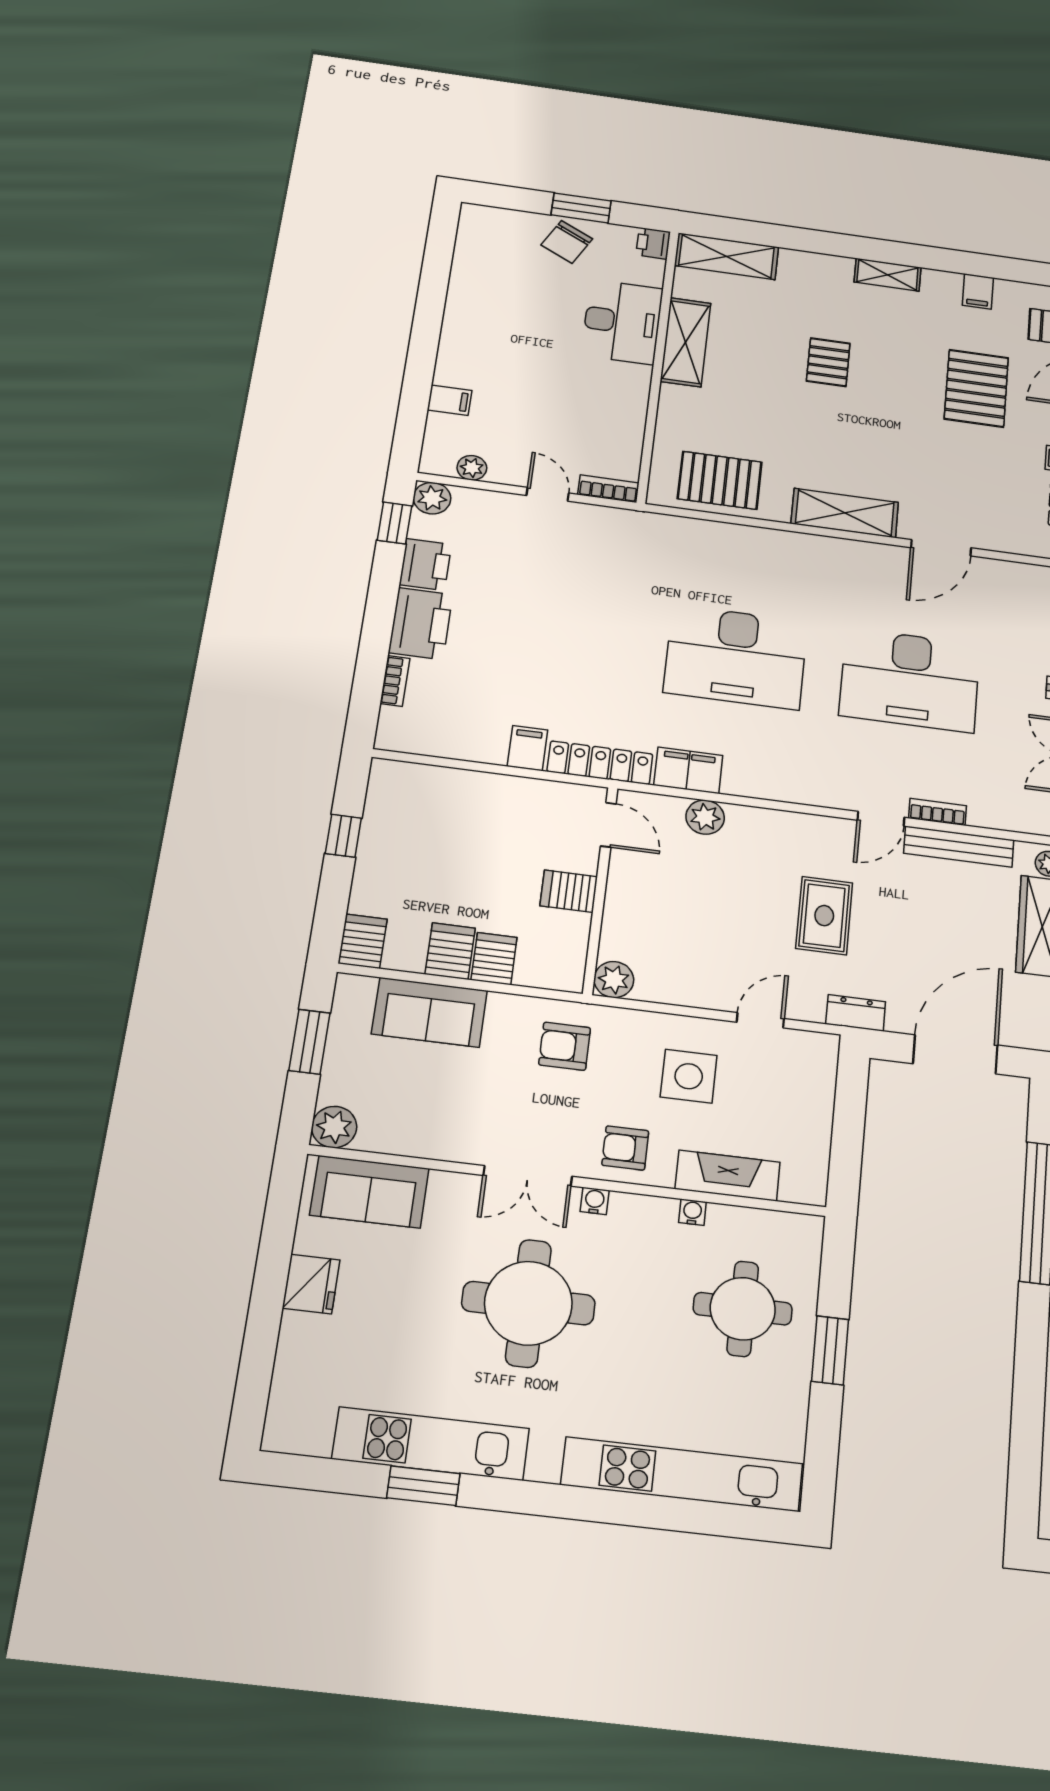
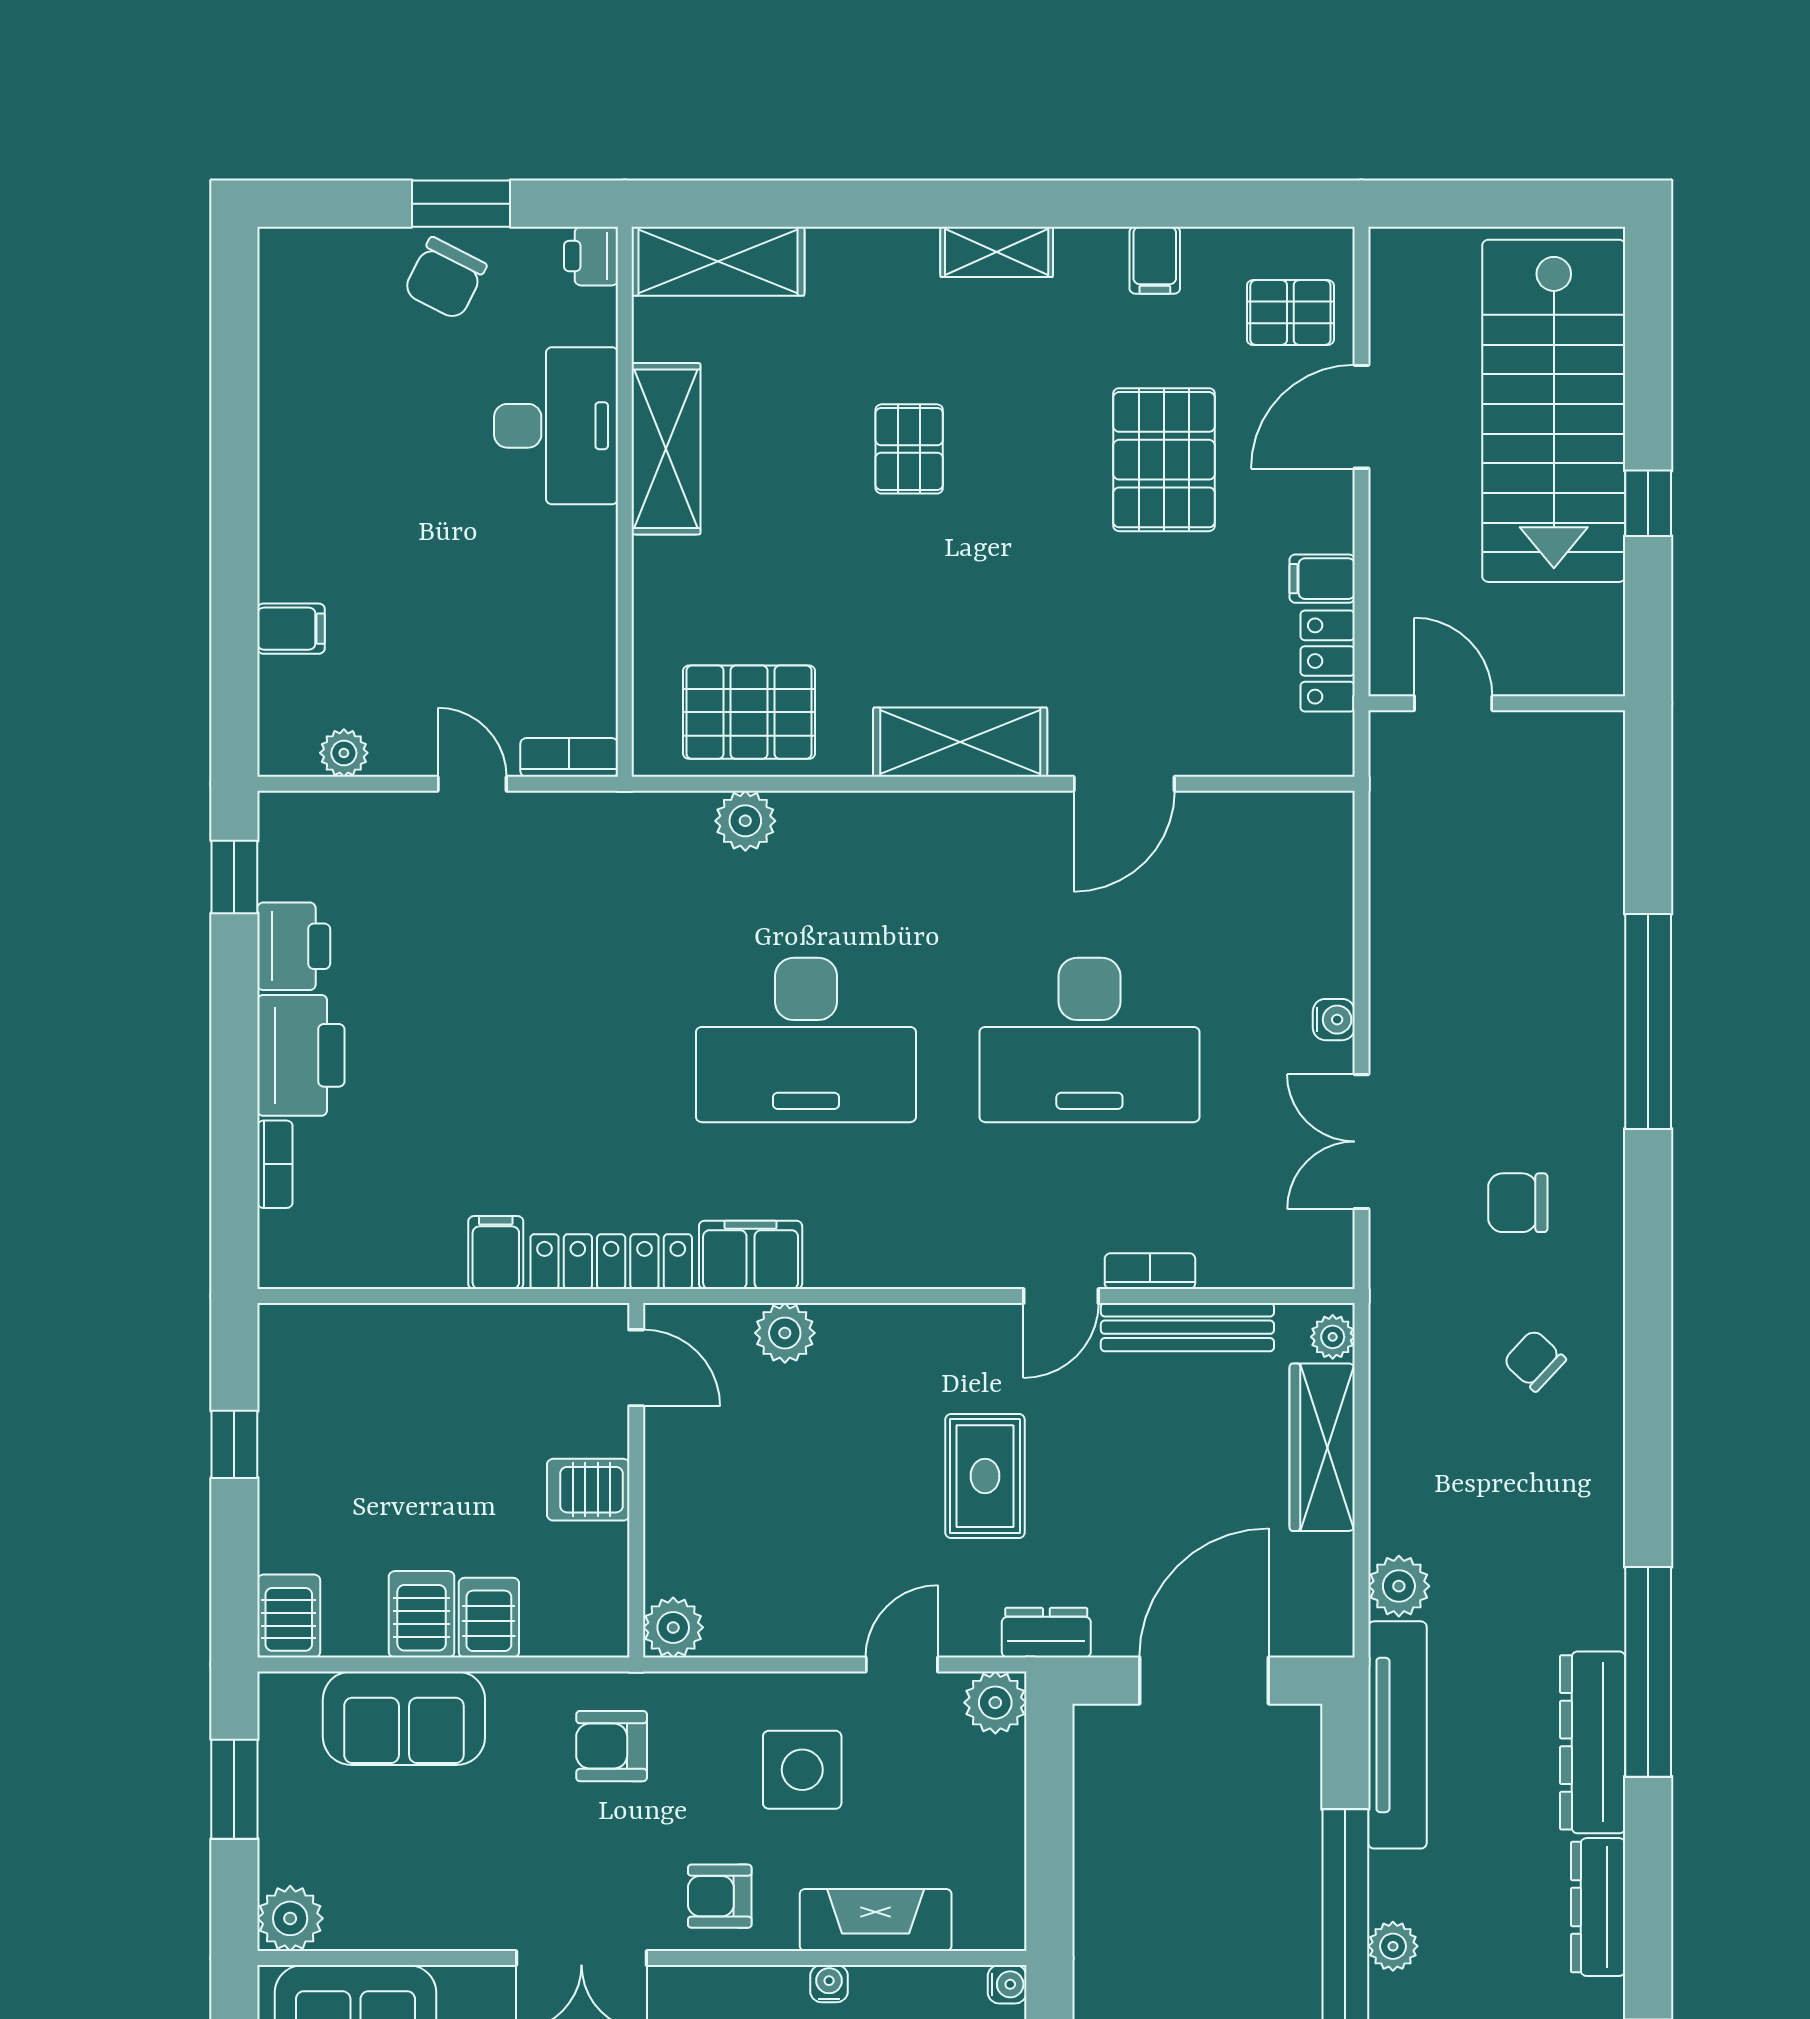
plant: (432, 498) -> (745, 821), moved
plant: (819, 1051) -> (995, 1703), added
water cooler: (595, 1201) -> (1007, 1984), moved, turned 90

